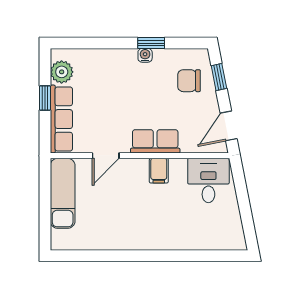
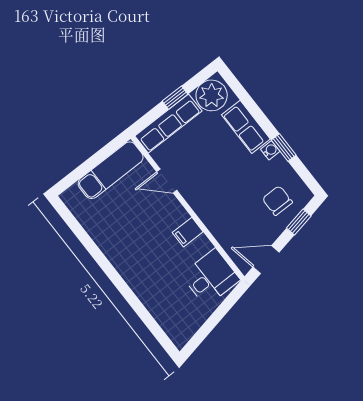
plant: (62, 72) -> (212, 95), width x1.36, depth x1.36
row of seats: (155, 141) -> (246, 127), moved, turned 180

